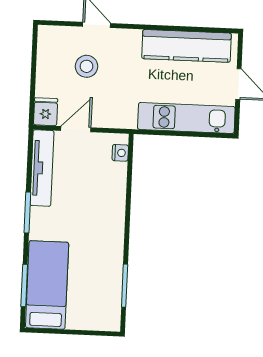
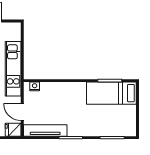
kitchen unit: (186, 118) -> (13, 69), moved
bed: (47, 285) -> (111, 93), moved

